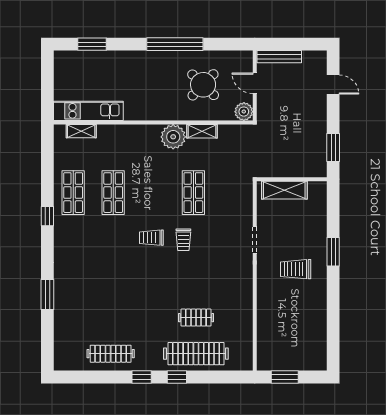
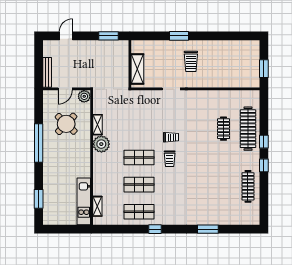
shop shelf: (193, 193) -> (139, 158), moved

